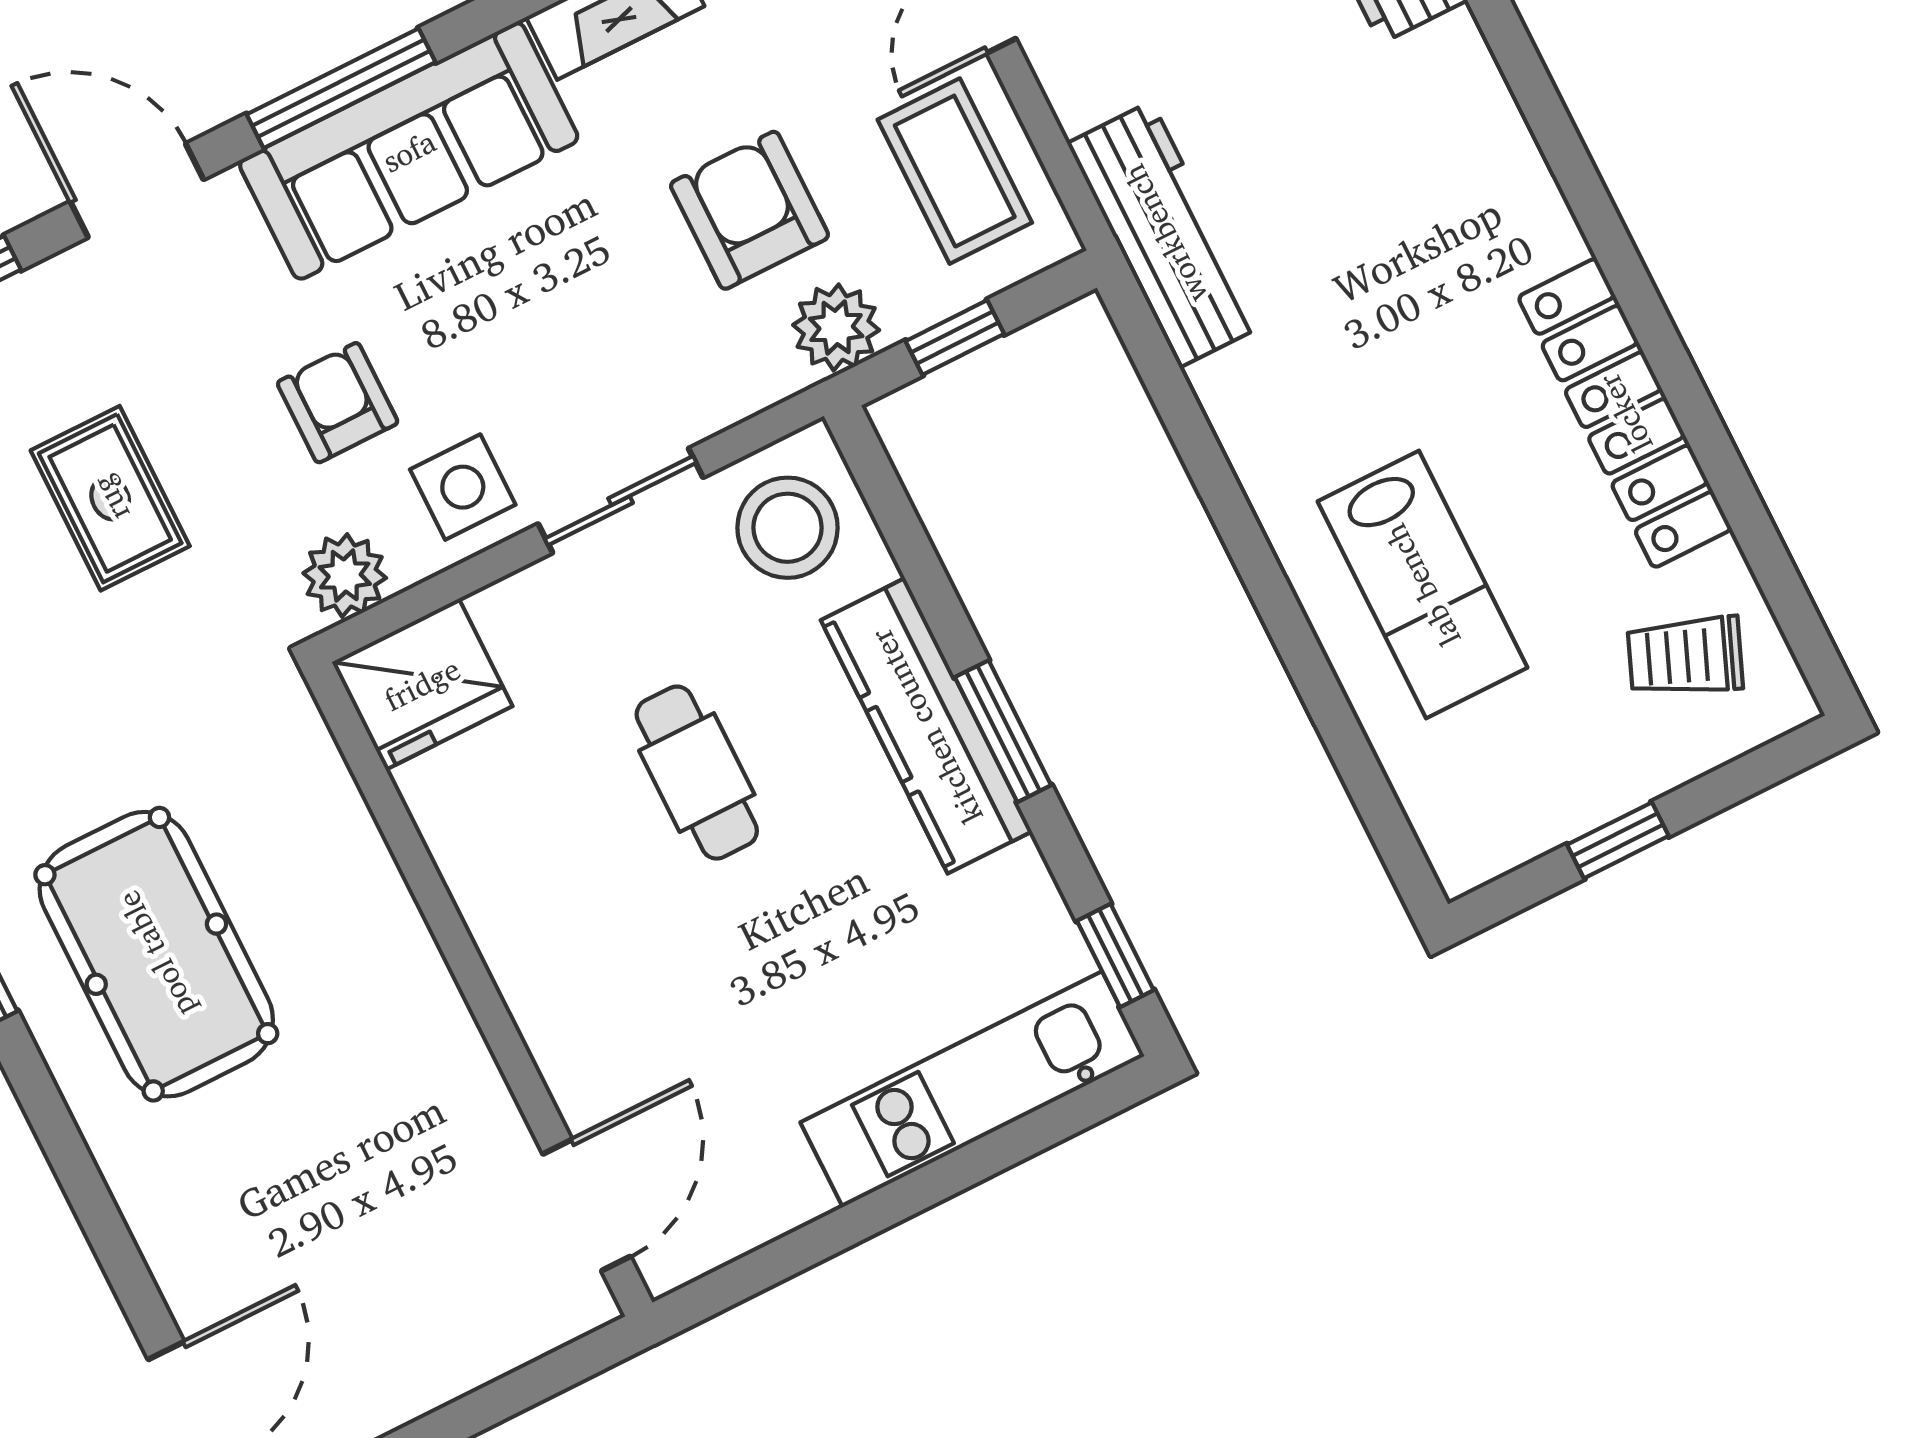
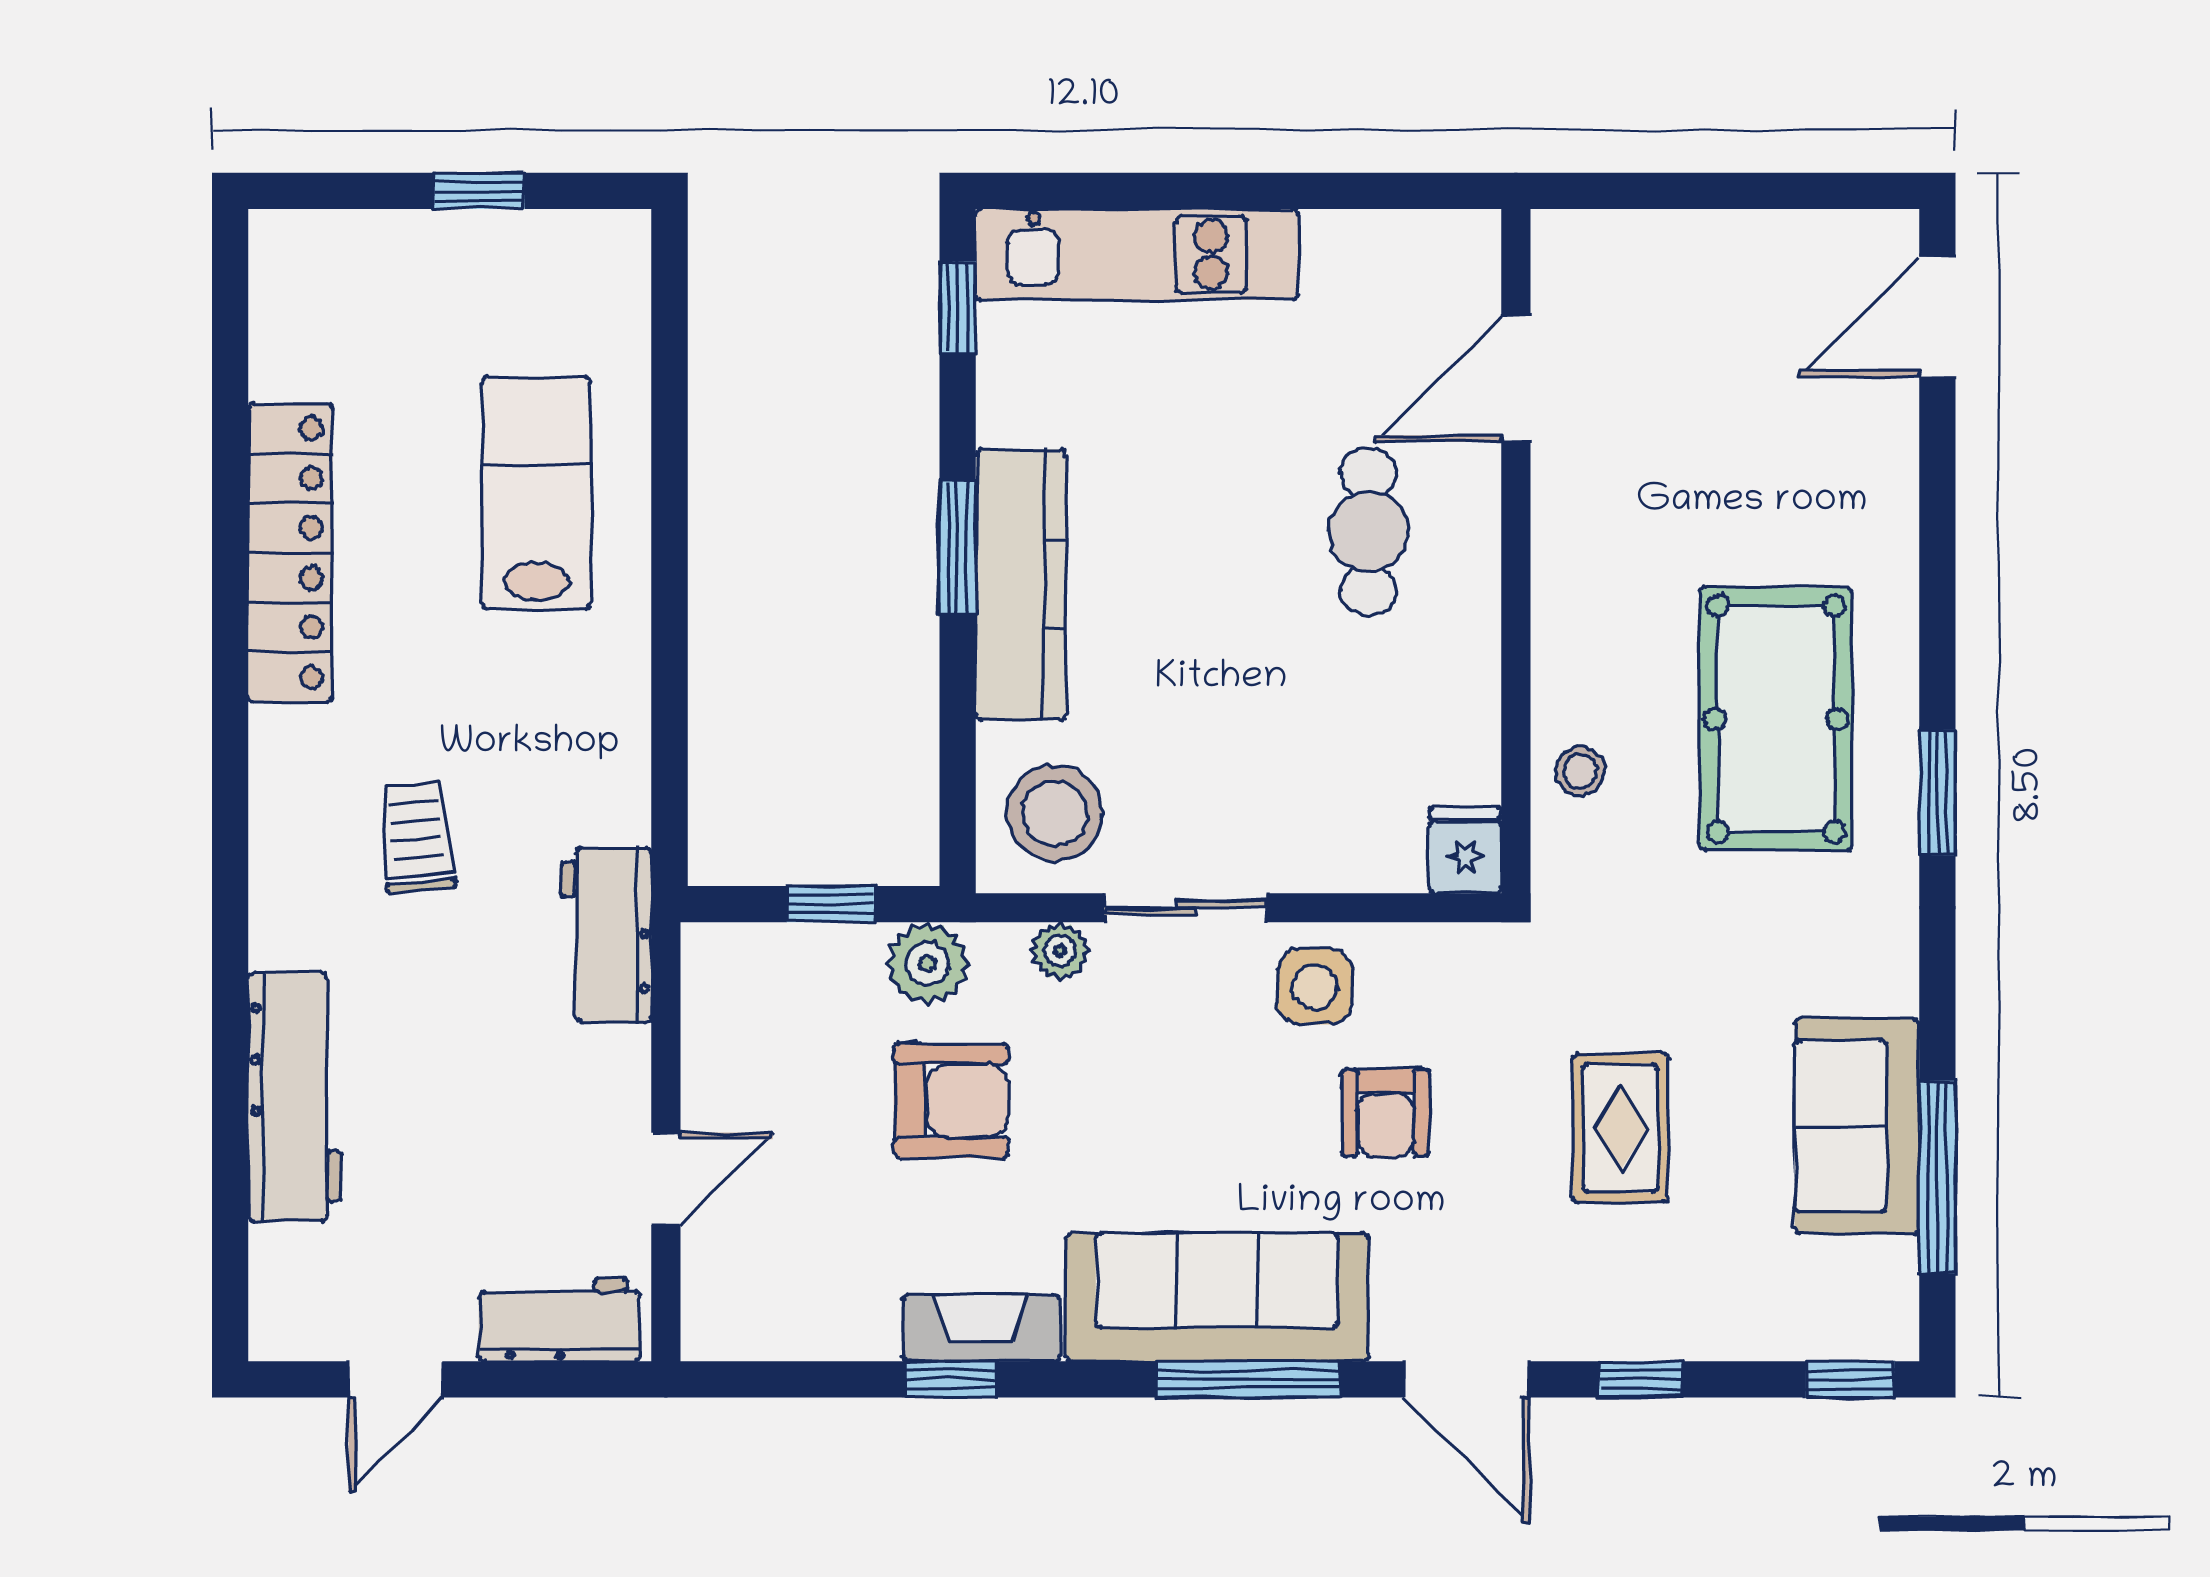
coffee table: (955, 171) -> (759, 1046), removed
armchair: (749, 210) -> (951, 1101), turned -90
workbench: (1165, 234) -> (606, 935), width x0.73
plant: (345, 576) -> (1060, 951), moved, width x0.73, depth x0.73
trolley: (1685, 656) -> (417, 837), moved, turned -117
fridge: (422, 684) -> (1465, 850), width x0.53, depth x0.75
cafe table: (697, 773) -> (1368, 532), moved
stool: (315, 813) -> (1580, 771), added
door: (587, 1205) -> (1516, 379), moved

